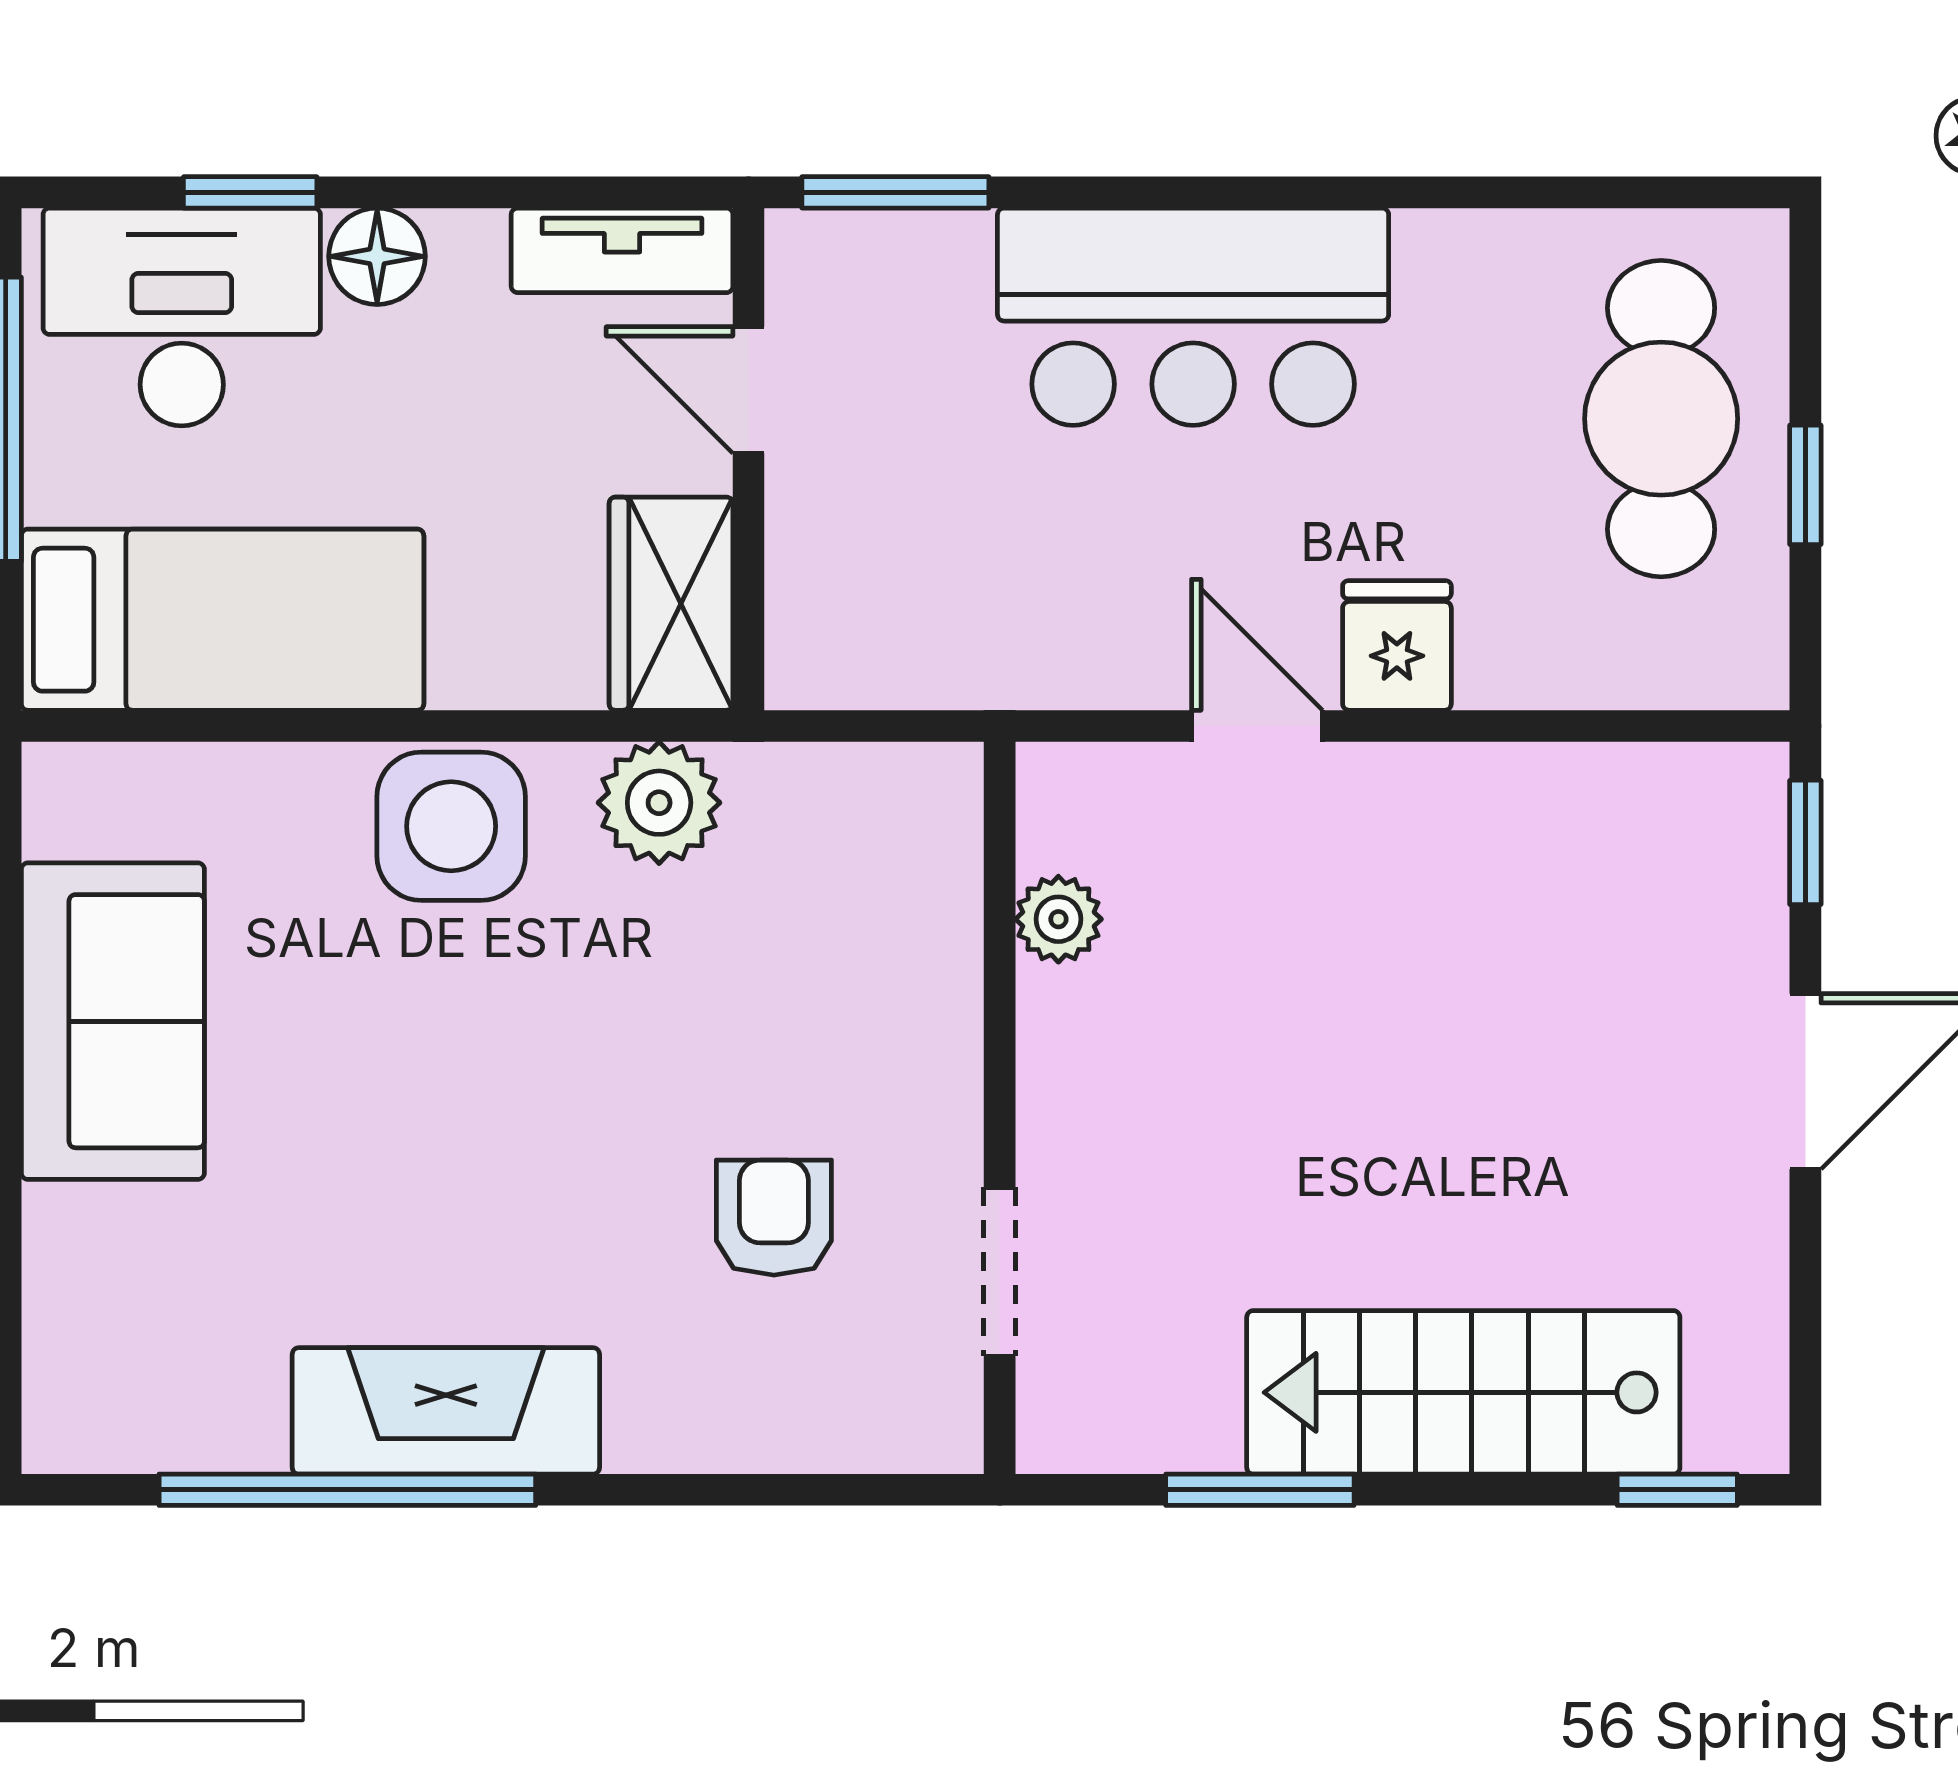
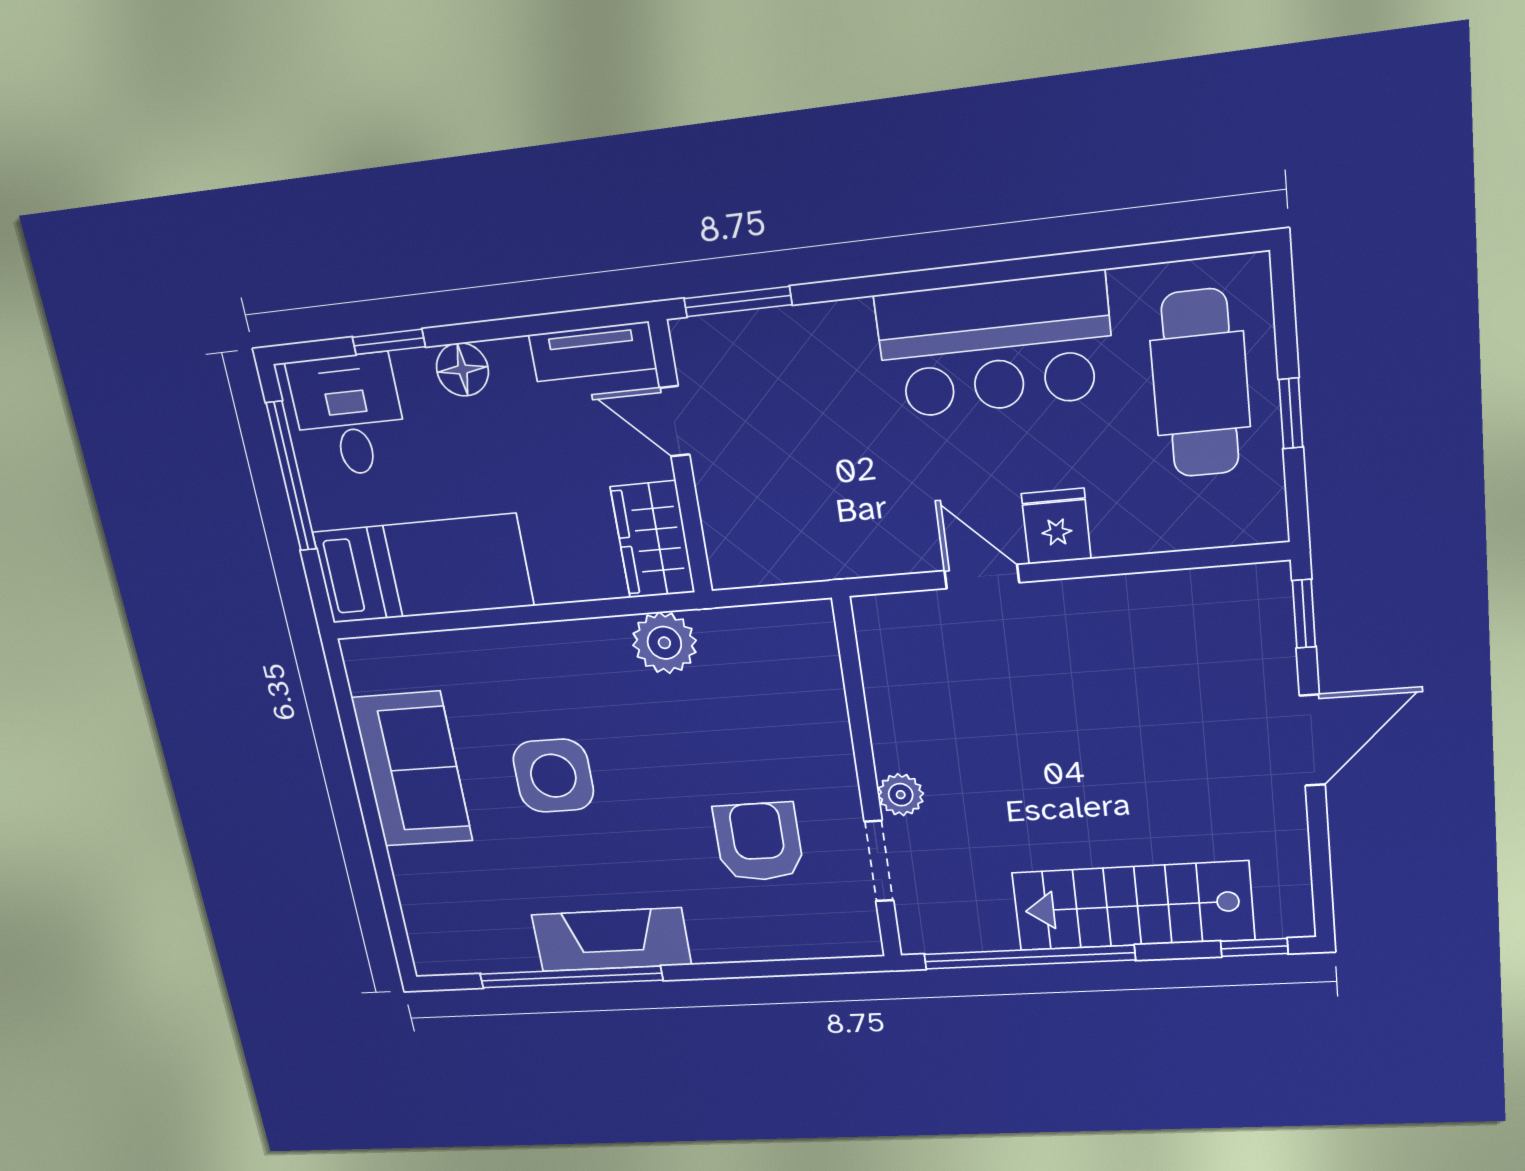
desk: (182, 317) -> (349, 415), width x0.73
bar counter: (1193, 317) -> (995, 346), moved
side table: (451, 826) -> (553, 776), moved
plant: (1058, 919) -> (901, 795), moved
armchair: (774, 1218) -> (758, 842), width x1.38, depth x1.38
window: (1260, 1490) -> (1029, 957), width x2.11

